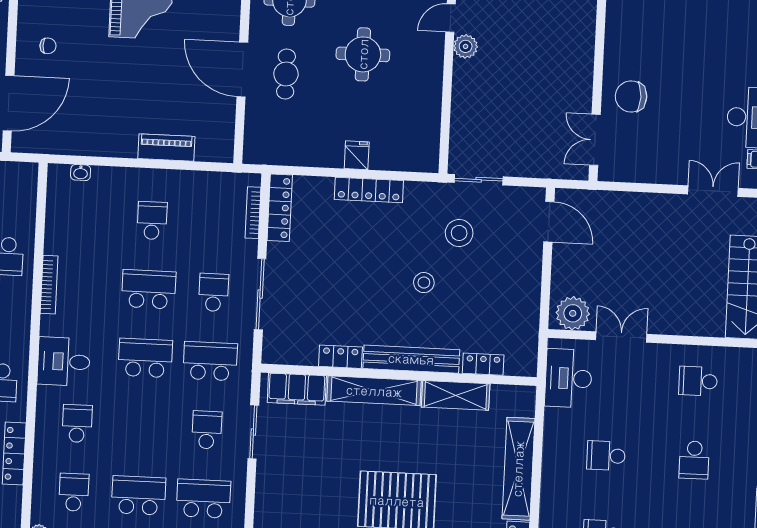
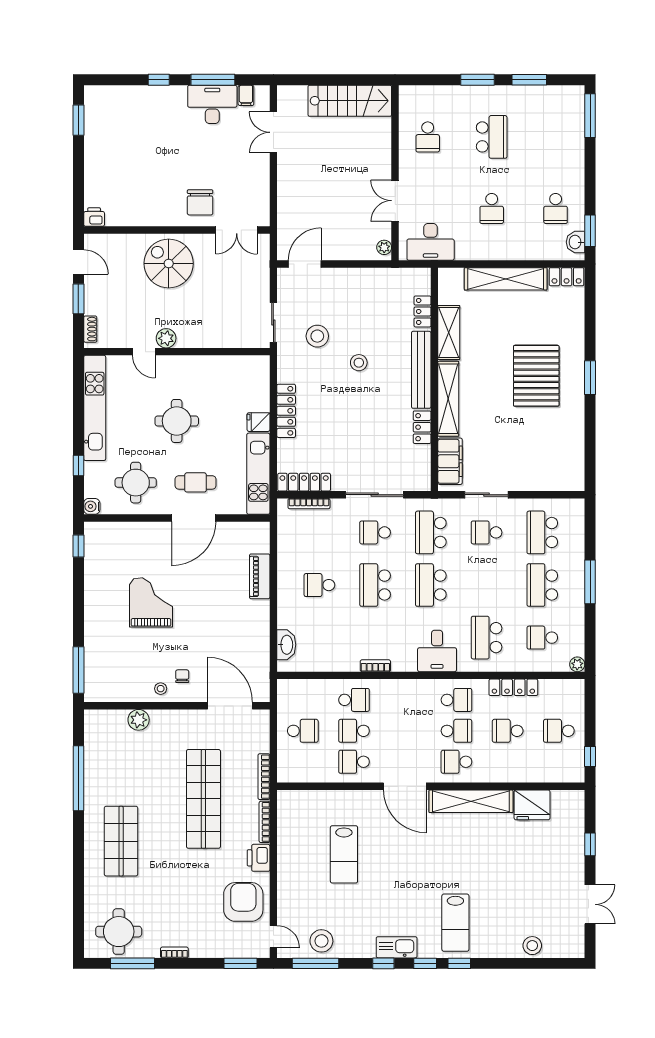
stool: (34, 19) -> (161, 689), added
spiral stairs: (558, 54) -> (169, 263), added
kitchen unit: (293, 152) -> (258, 474), added
washbasin: (81, 173) -> (286, 645), width x1.91, depth x1.45
bookcase: (49, 285) -> (375, 666), width x0.64
plant: (573, 313) -> (384, 247), width x0.53, depth x0.53
school desk: (77, 423) -> (487, 638), width x1.85
school desk: (694, 460) -> (492, 137), width x1.85

